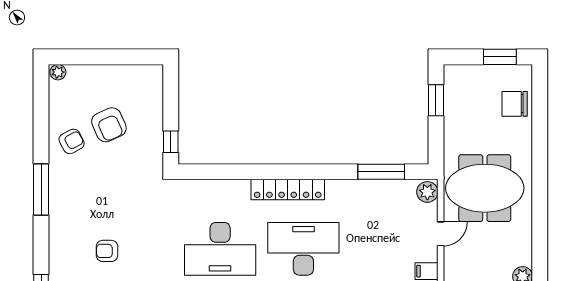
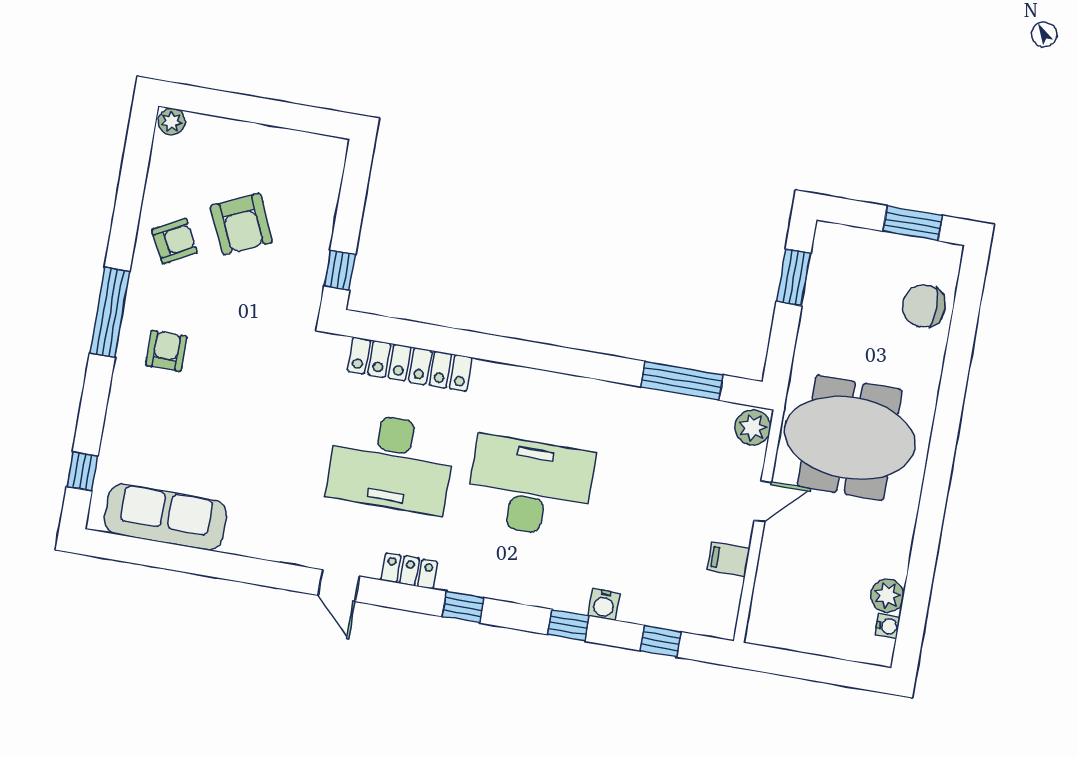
locker: (288, 190) -> (410, 364), moved
armchair: (107, 251) -> (166, 351), moved, turned 90

